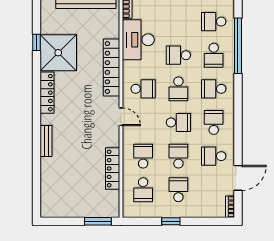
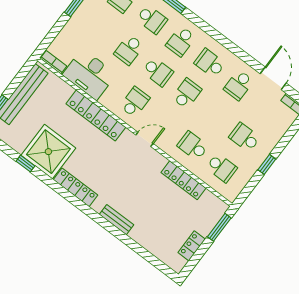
school desk: (178, 156) -> (216, 116), removed
locker: (69, 211) -> (192, 246), added

